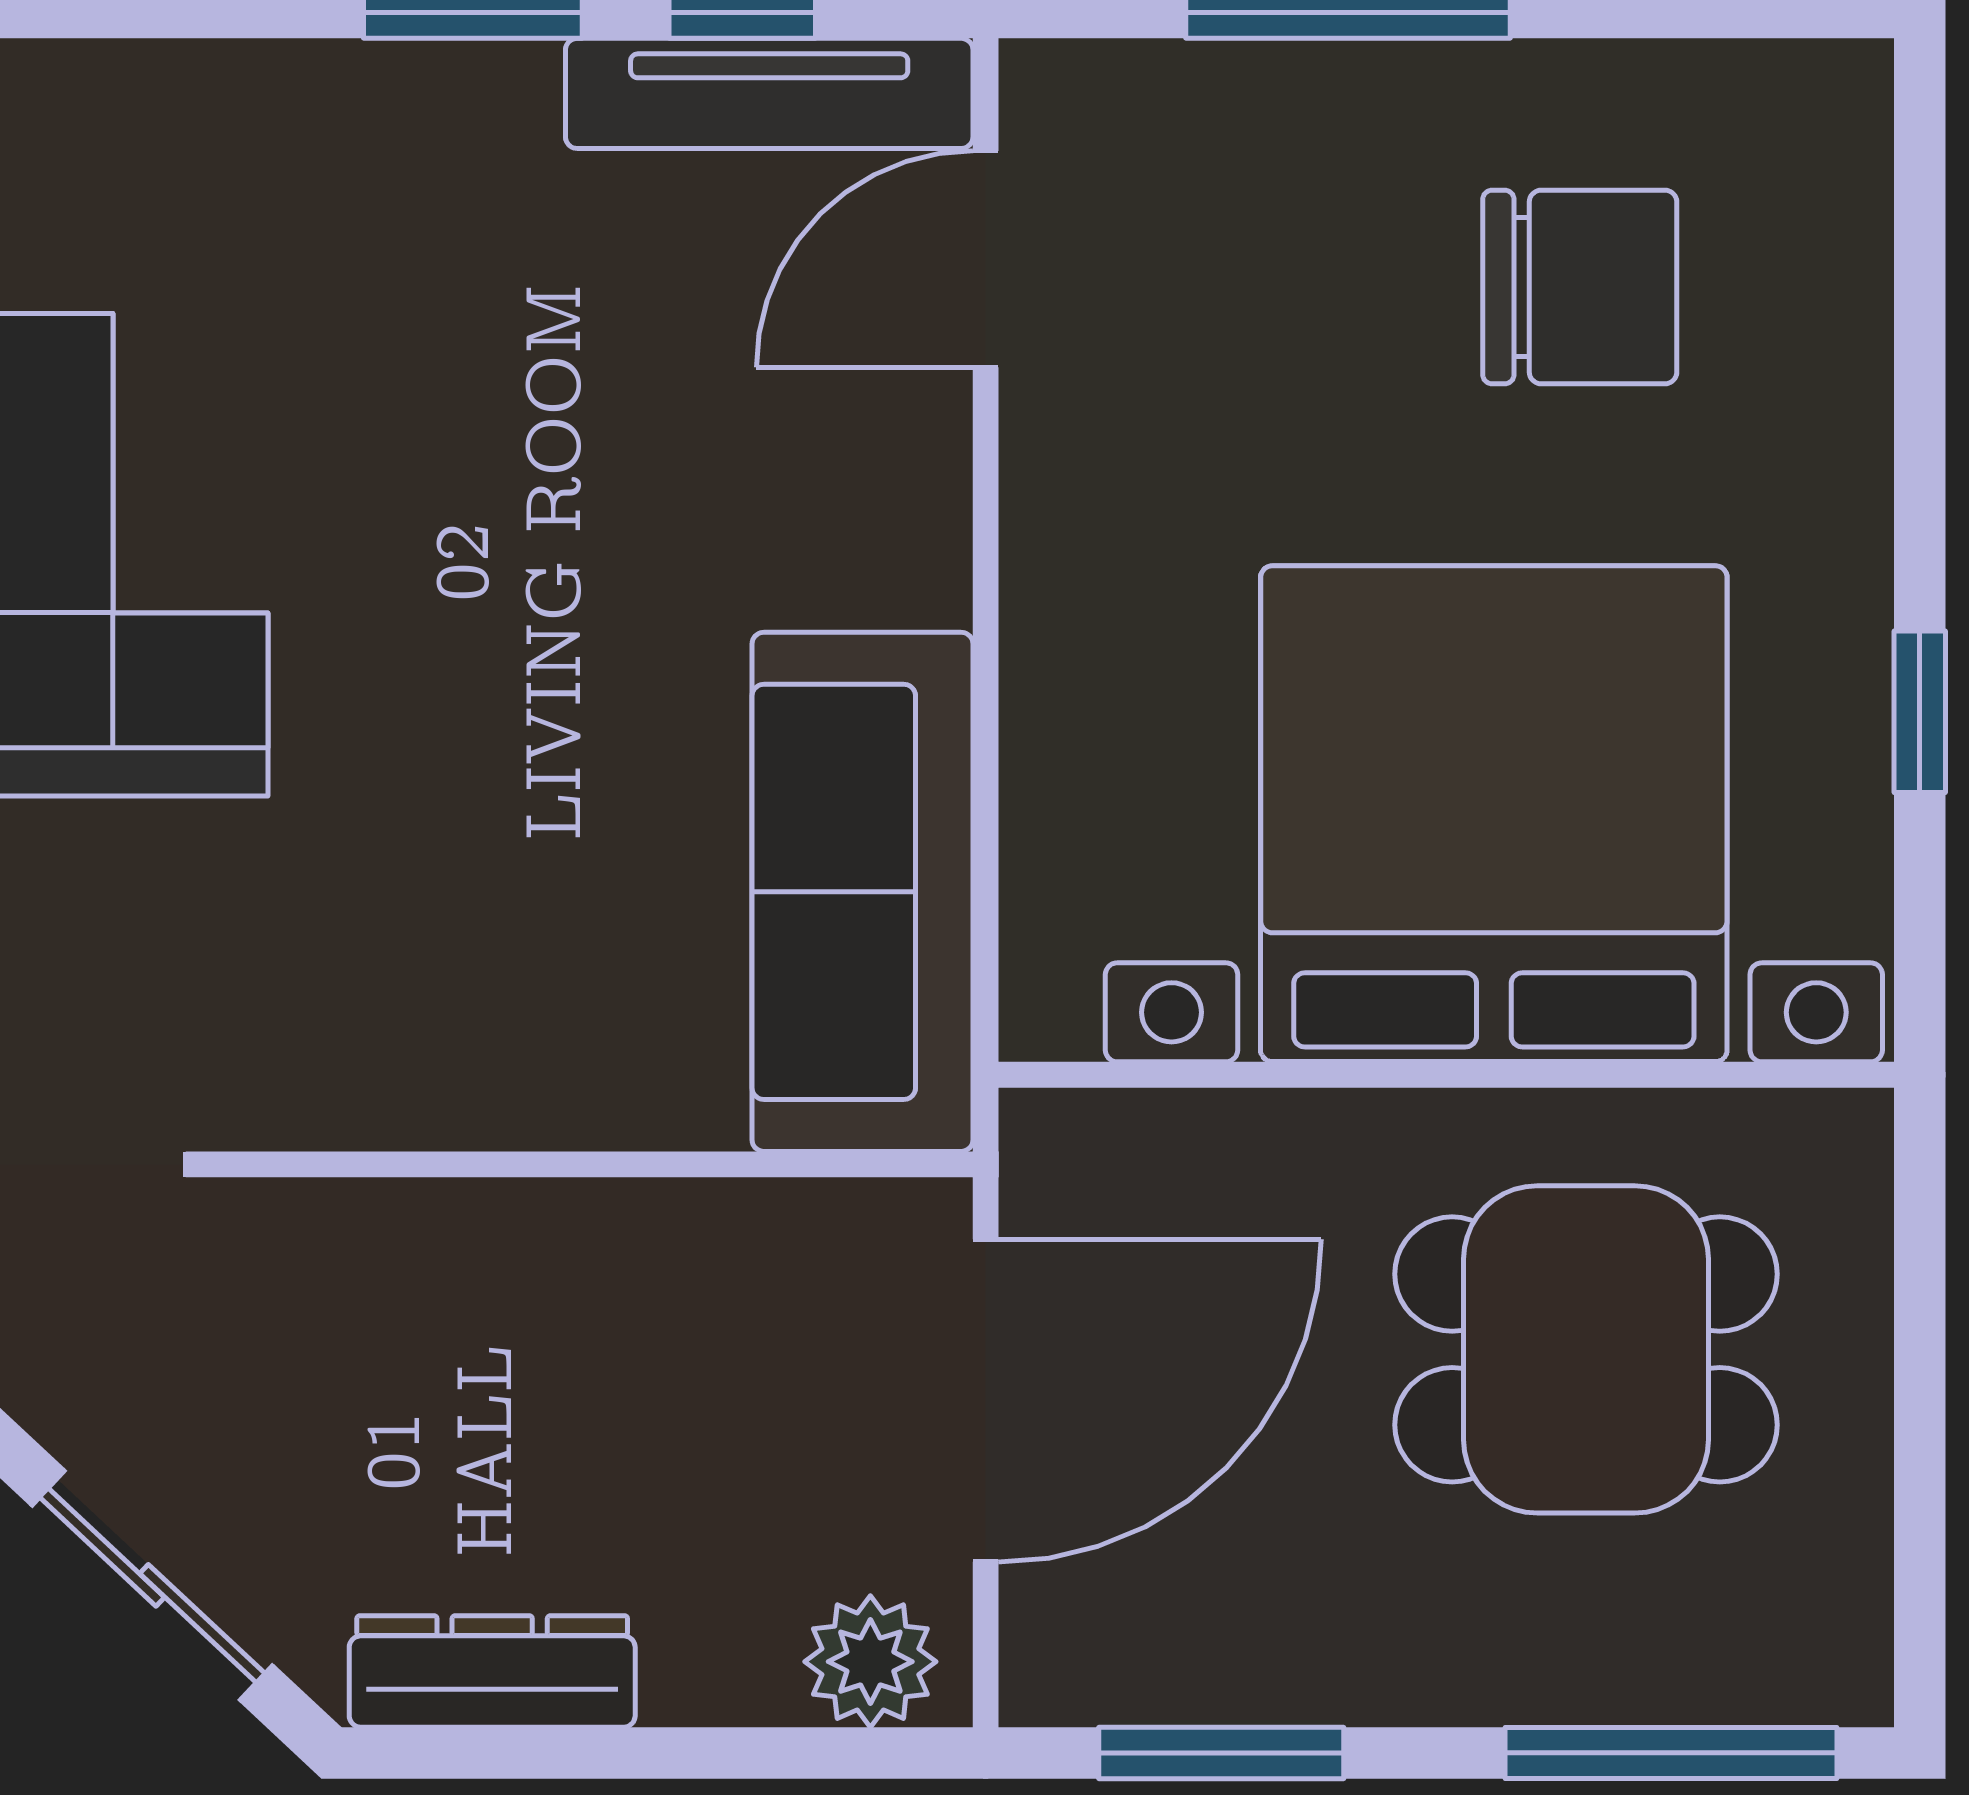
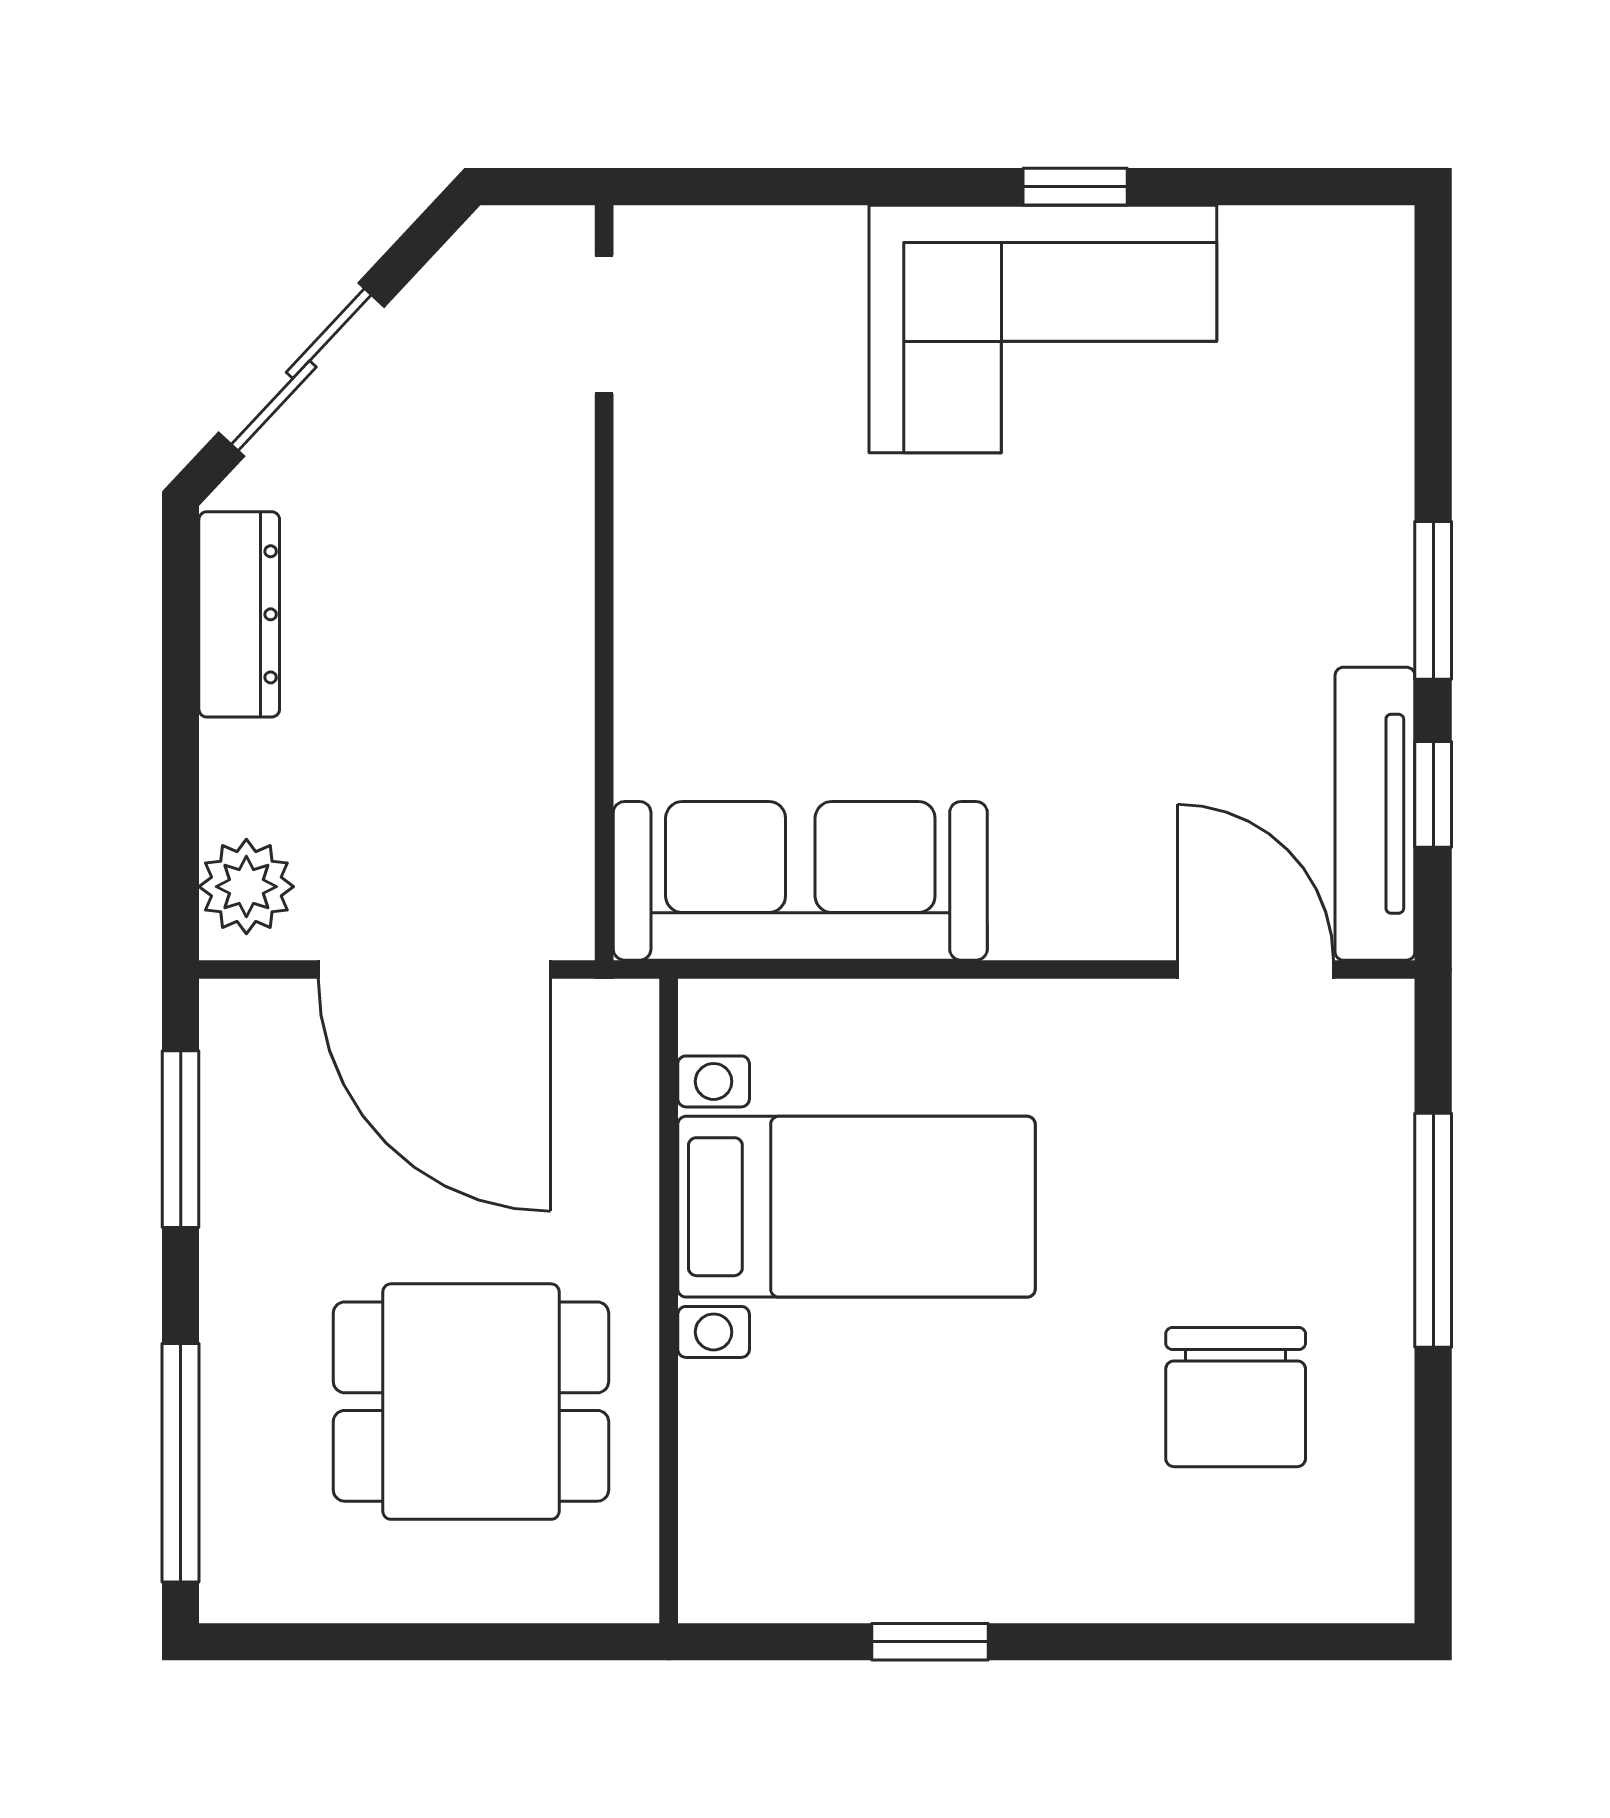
bed with nightstands: (1494, 814) -> (856, 1207), width x0.54
dining table: (1586, 1349) -> (471, 1402), turned 90

